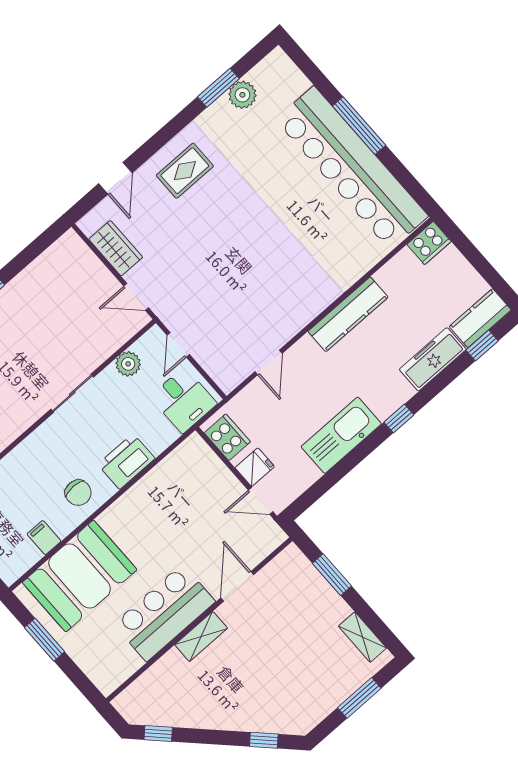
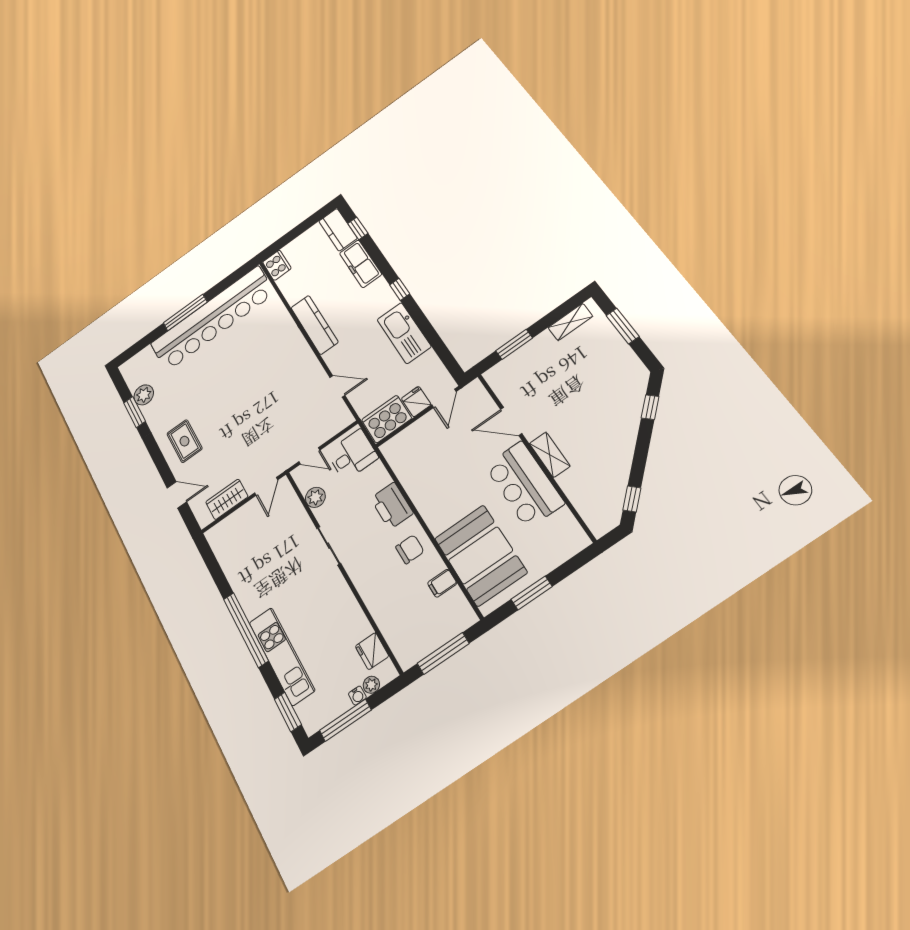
cooker: (227, 437) -> (387, 419), width x1.37, depth x1.31

